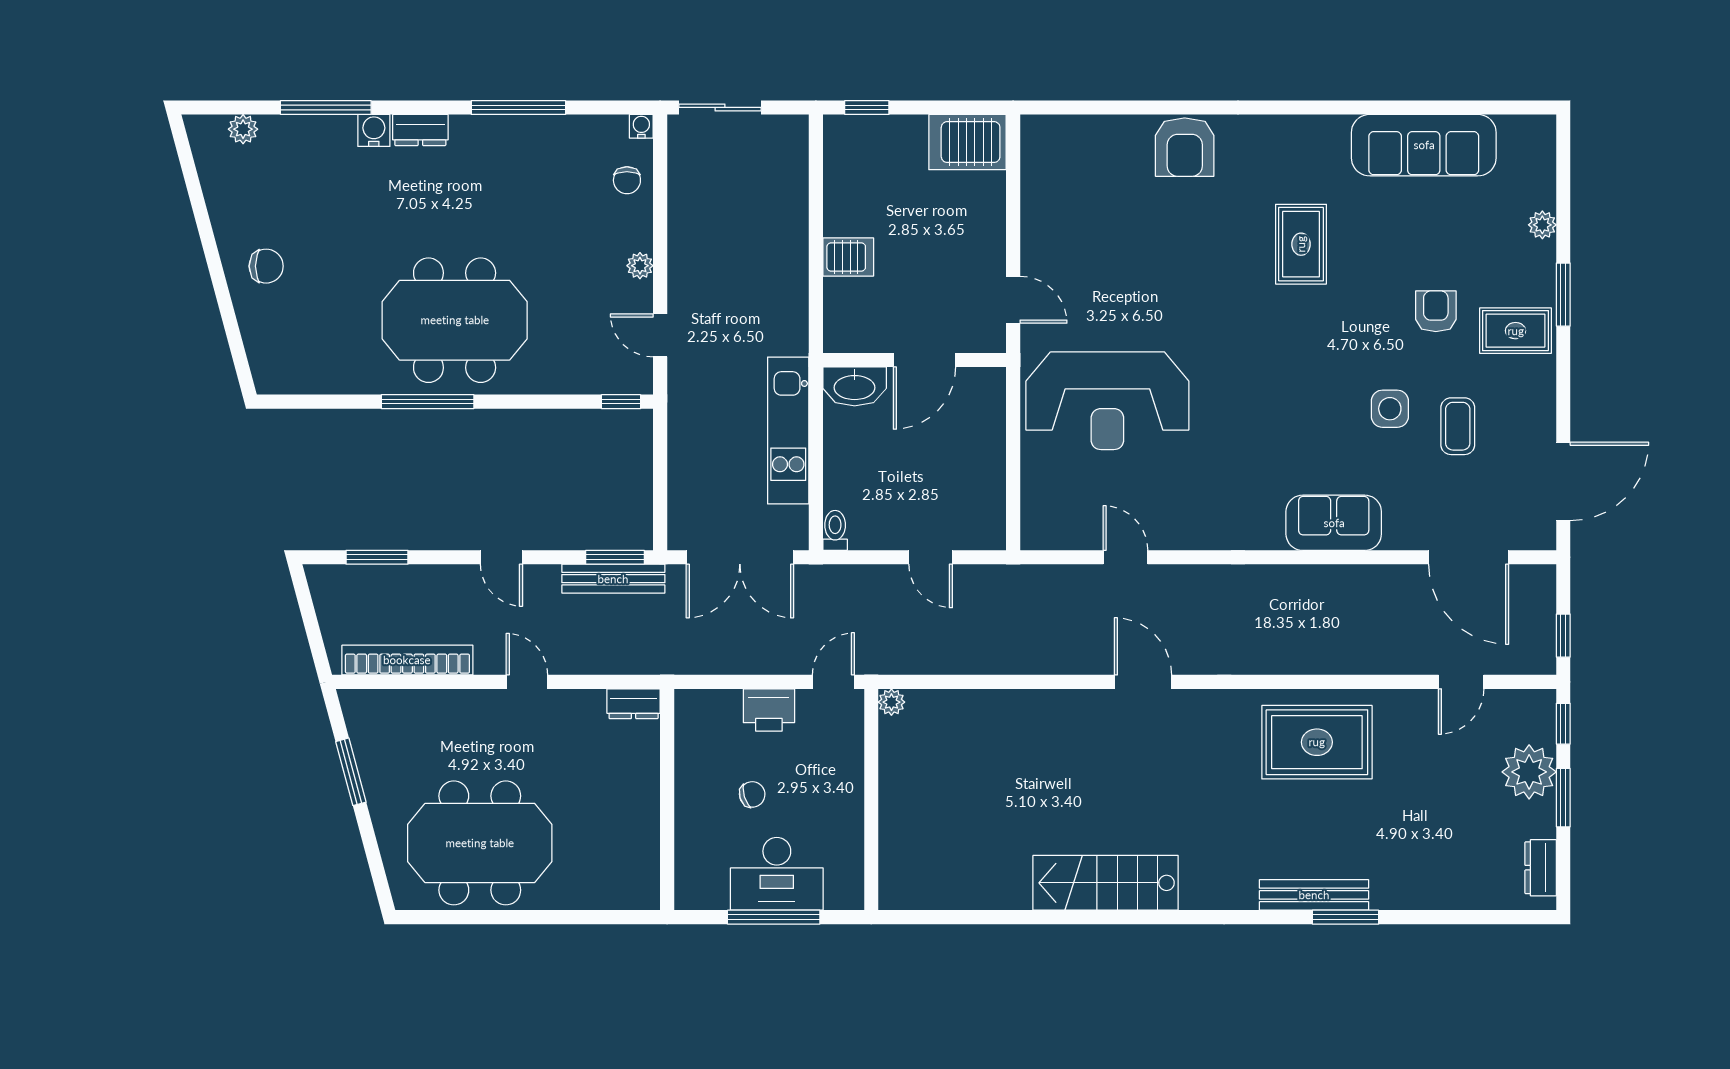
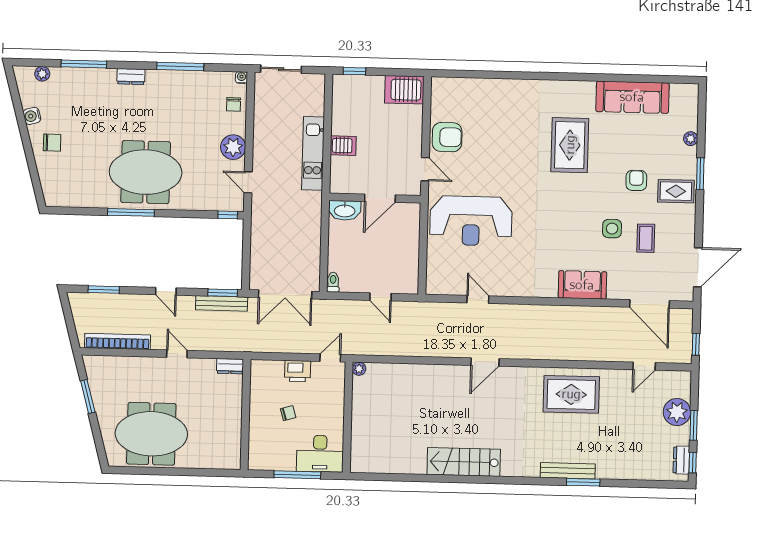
water cooler: (374, 130) -> (32, 116), moved, turned -105
armchair: (1185, 147) -> (447, 137), moved, turned -90
rug: (1301, 244) -> (570, 145), width x1.36, depth x1.43
plant: (640, 266) -> (233, 147), width x1.87, depth x1.87
kitchen unit: (788, 430) -> (313, 153), moved
door: (1143, 682) -> (485, 362), swing flipped
window: (1563, 724) -> (693, 463), moved
desk: (777, 874) -> (320, 454), moved

